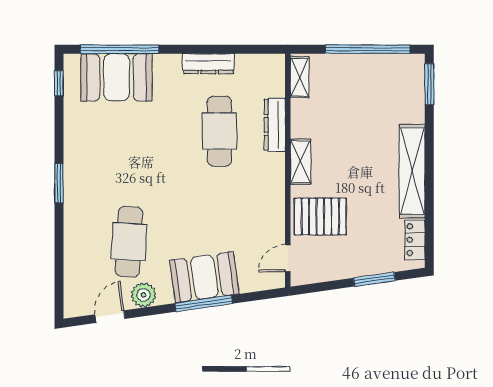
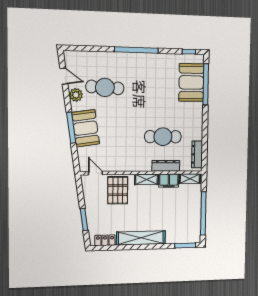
dresser: (208, 64) -> (197, 154), moved
filing cabinet: (303, 118) -> (169, 181), added
window: (59, 183) -> (136, 50), width x2.11

